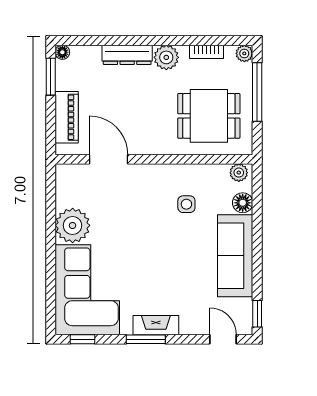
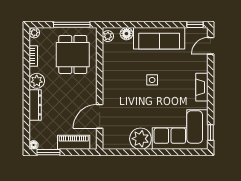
window: (257, 92) -> (72, 25), moved
side table: (186, 204) -> (152, 80), moved
window: (146, 339) -> (211, 93), removed

